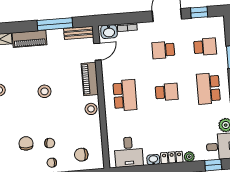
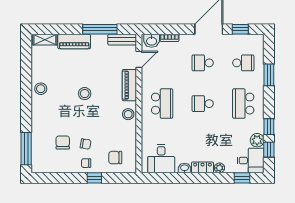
school desk: (167, 92) -> (203, 104), turned 180

